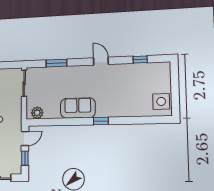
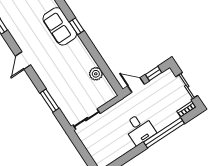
sofa: (78, 108) -> (60, 26), moved
plant: (37, 113) -> (96, 74), moved

